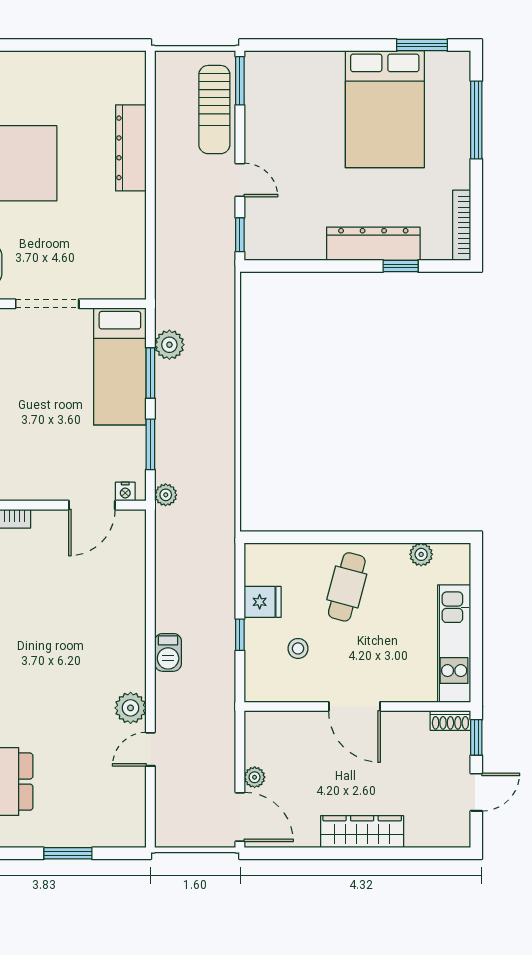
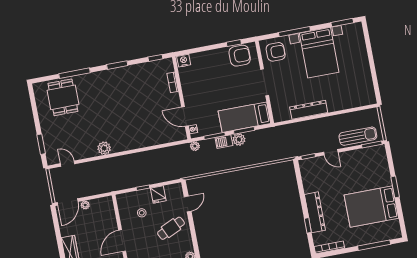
window: (422, 45) -> (395, 187), moved
sun lounger: (214, 110) -> (358, 136), turned 180
dresser: (131, 148) -> (309, 110), moved
door: (240, 180) -> (331, 152), hinge flipped
plant: (169, 345) -> (239, 139), moved
door: (298, 537) -> (188, 204), added
cafe table: (347, 587) -> (171, 228), turned -40
barbecue: (168, 652) -> (224, 142), moved
door: (150, 749) -> (68, 164), moved
window: (68, 853) -> (41, 144), moved

